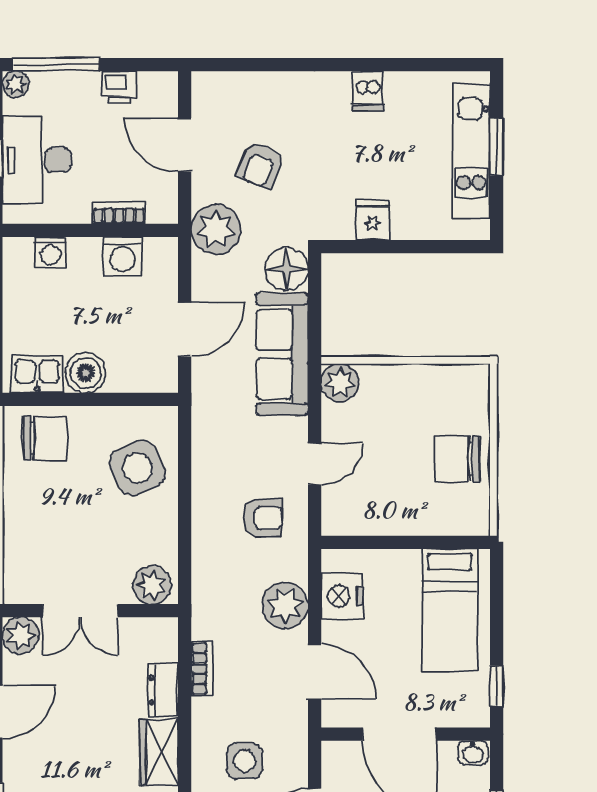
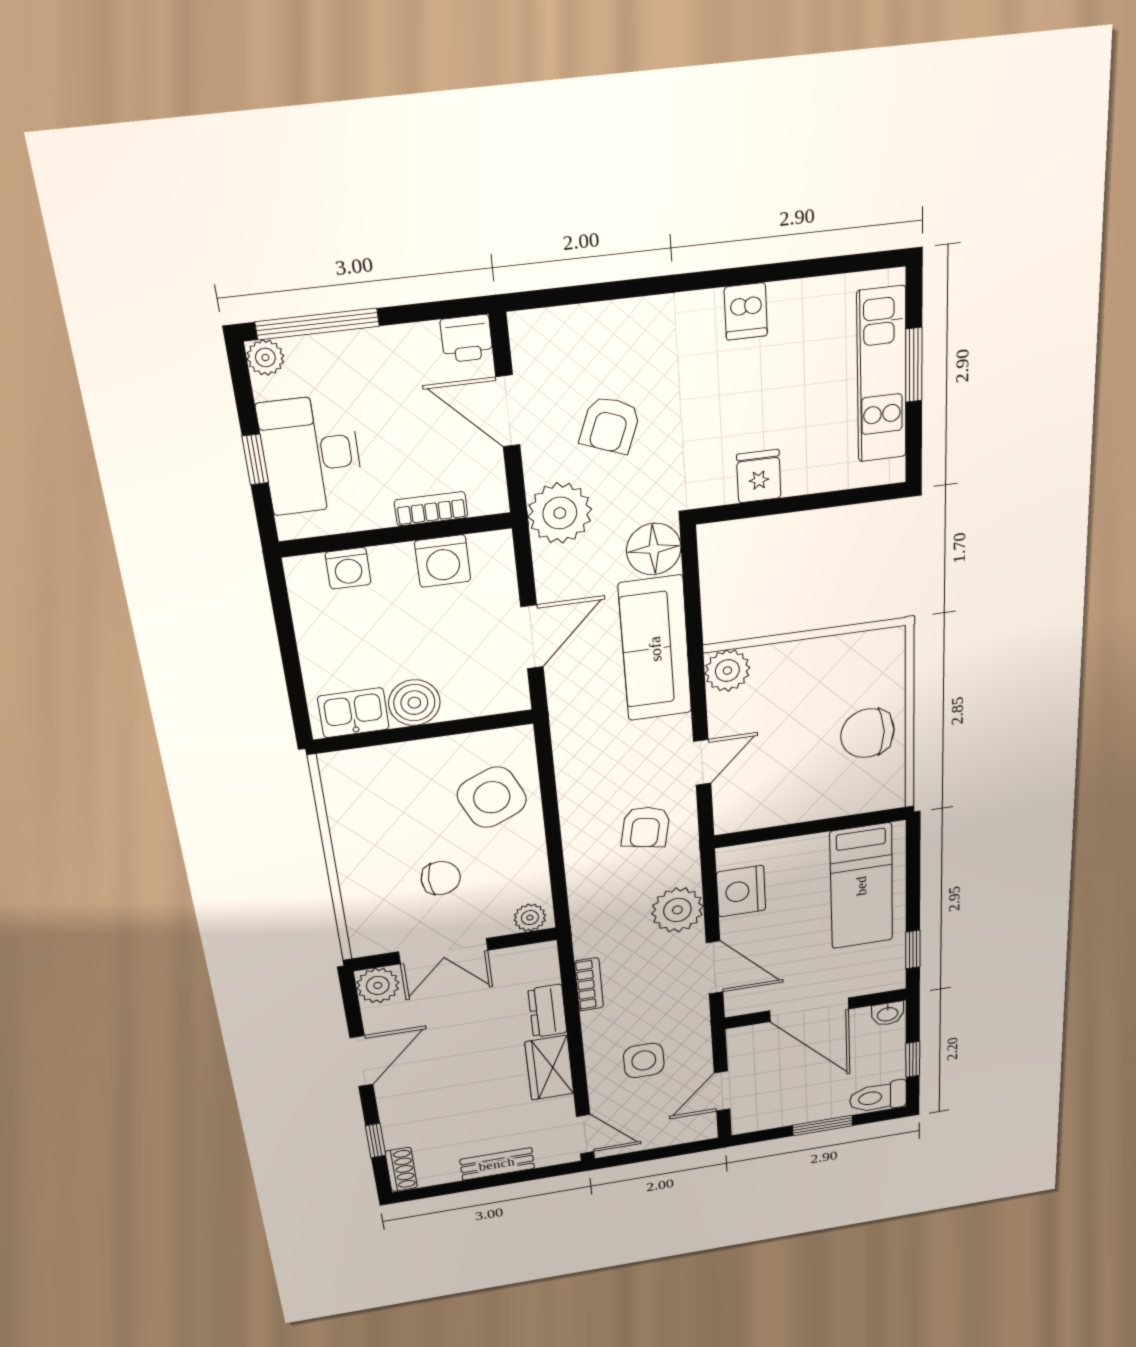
printer: (119, 87) -> (467, 339), moved
chair: (45, 438) -> (441, 878), moved, width x0.73, depth x0.73
armchair: (263, 518) -> (646, 827), turned 101
plant: (152, 585) -> (530, 918), width x0.73, depth x0.73

